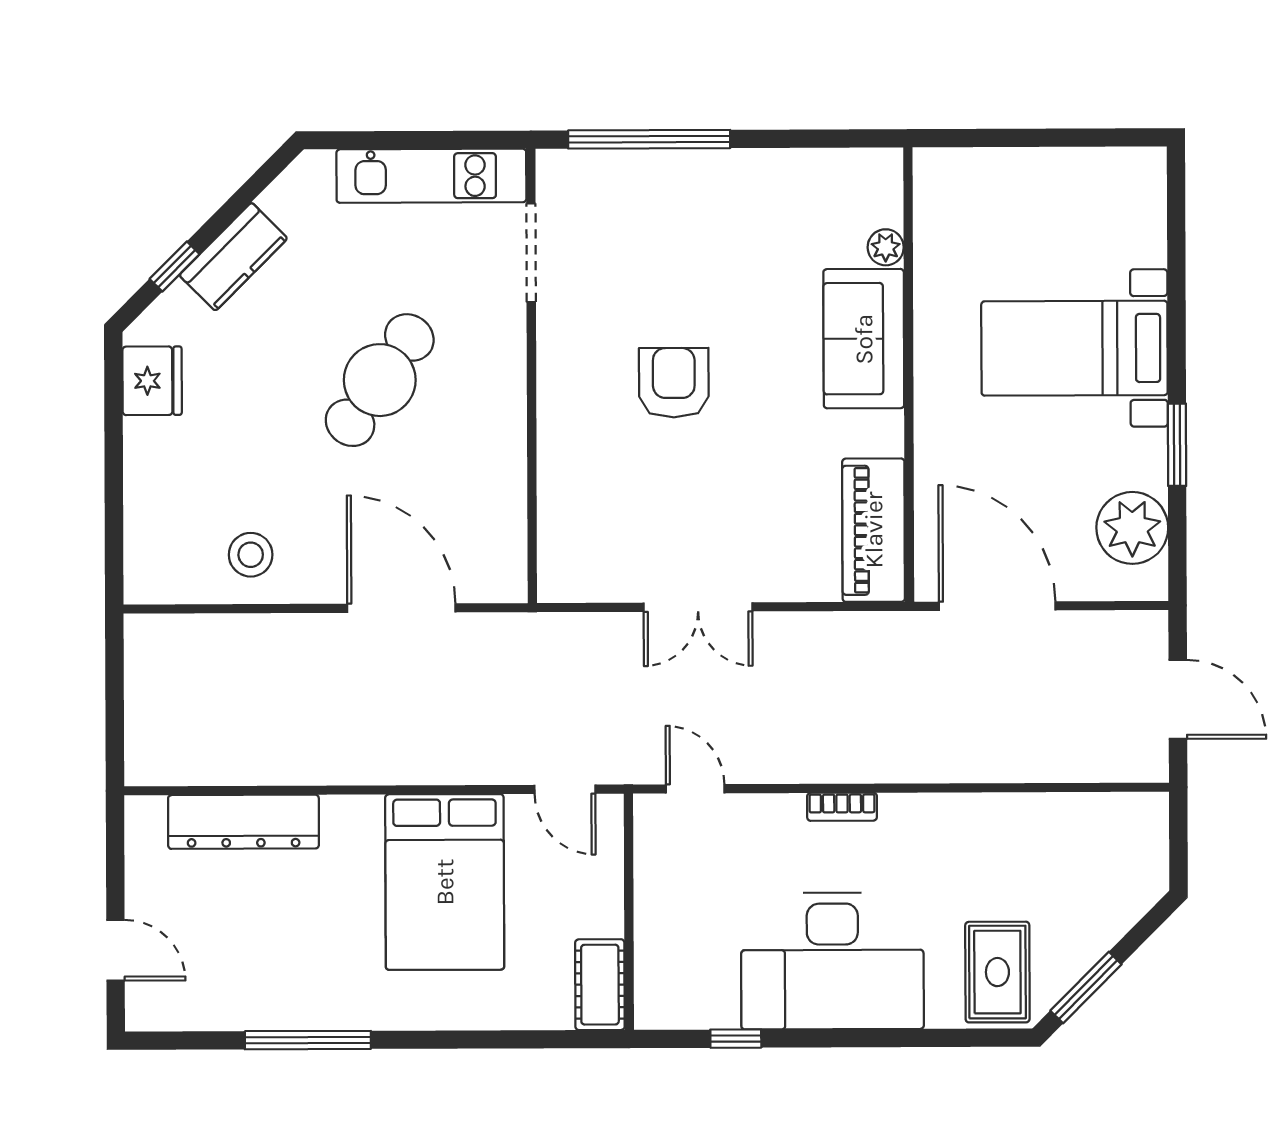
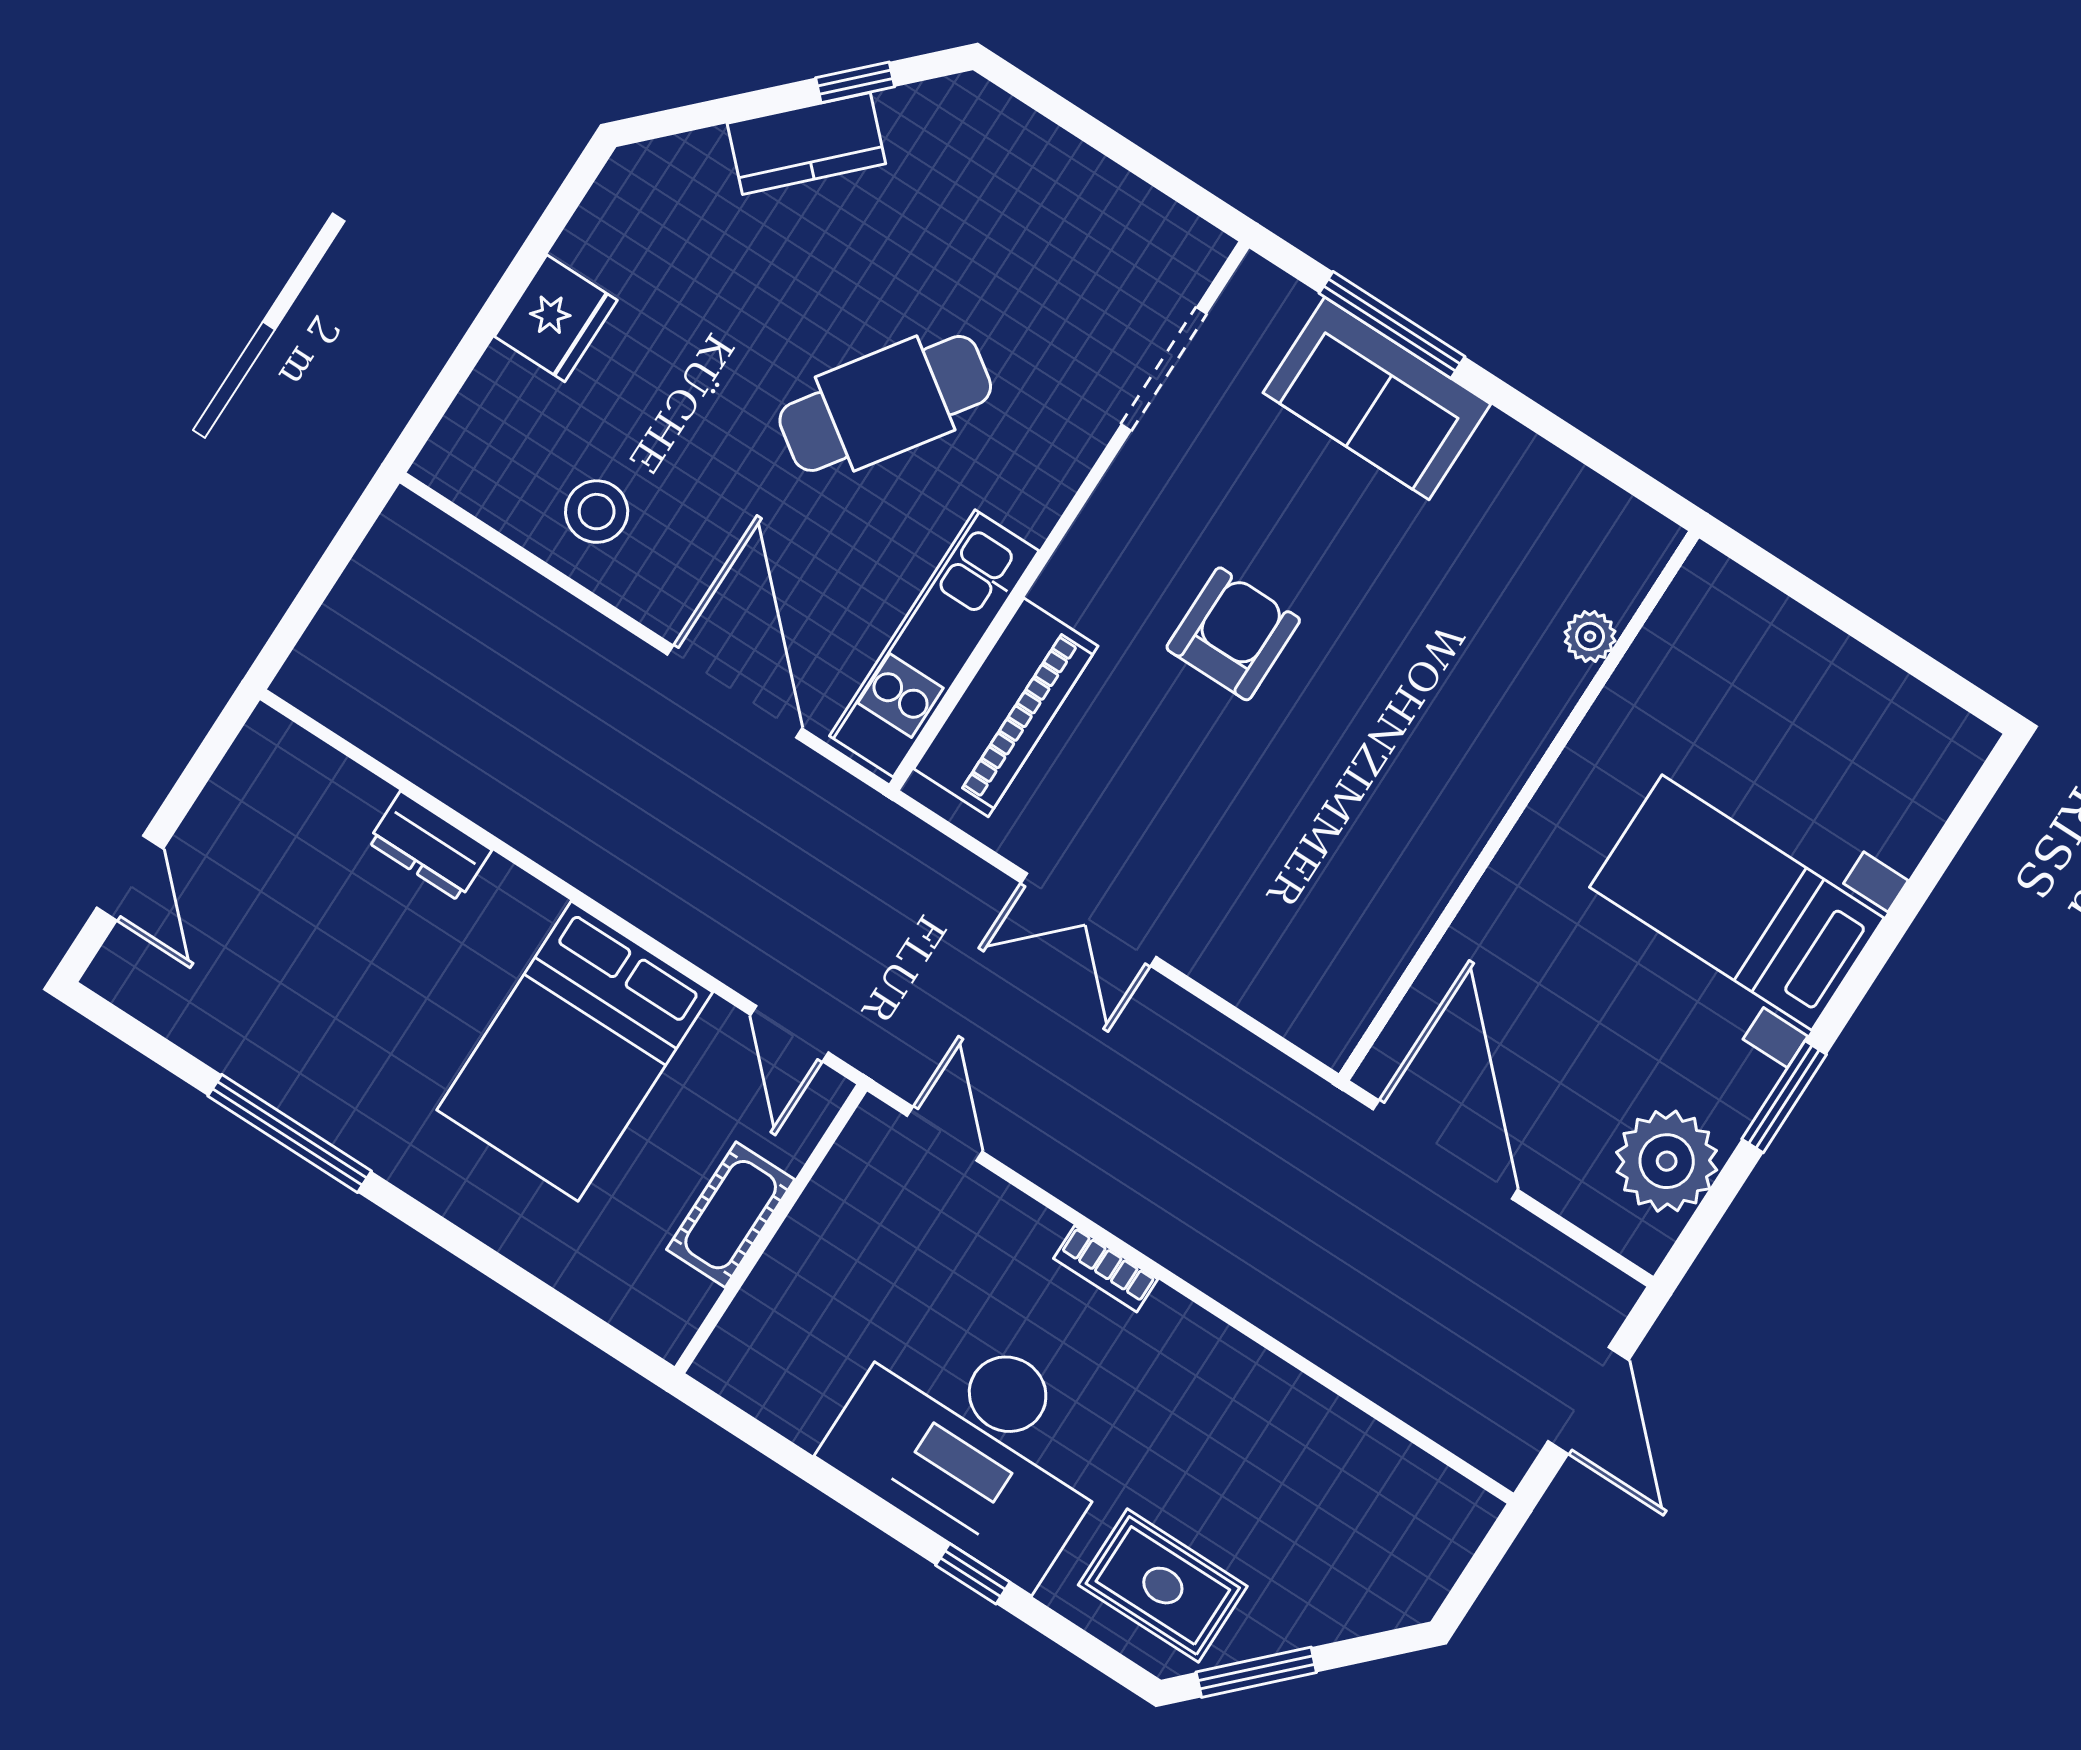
window: (649, 139) -> (1392, 325), width x0.68
kitchen unit: (431, 176) -> (934, 643), moved, turned 90
window: (175, 266) -> (855, 82), moved
sofa: (864, 339) -> (1377, 398), moved, turned -90
fridge: (152, 381) -> (556, 318), moved
piano: (874, 530) -> (1006, 707), moved, turned 180
dresser: (243, 822) -> (430, 846), width x0.51, depth x0.80
rug: (997, 972) -> (1163, 1586), turned 90
cot: (600, 985) -> (731, 1215), moved
window: (736, 1039) -> (973, 1574), moved

